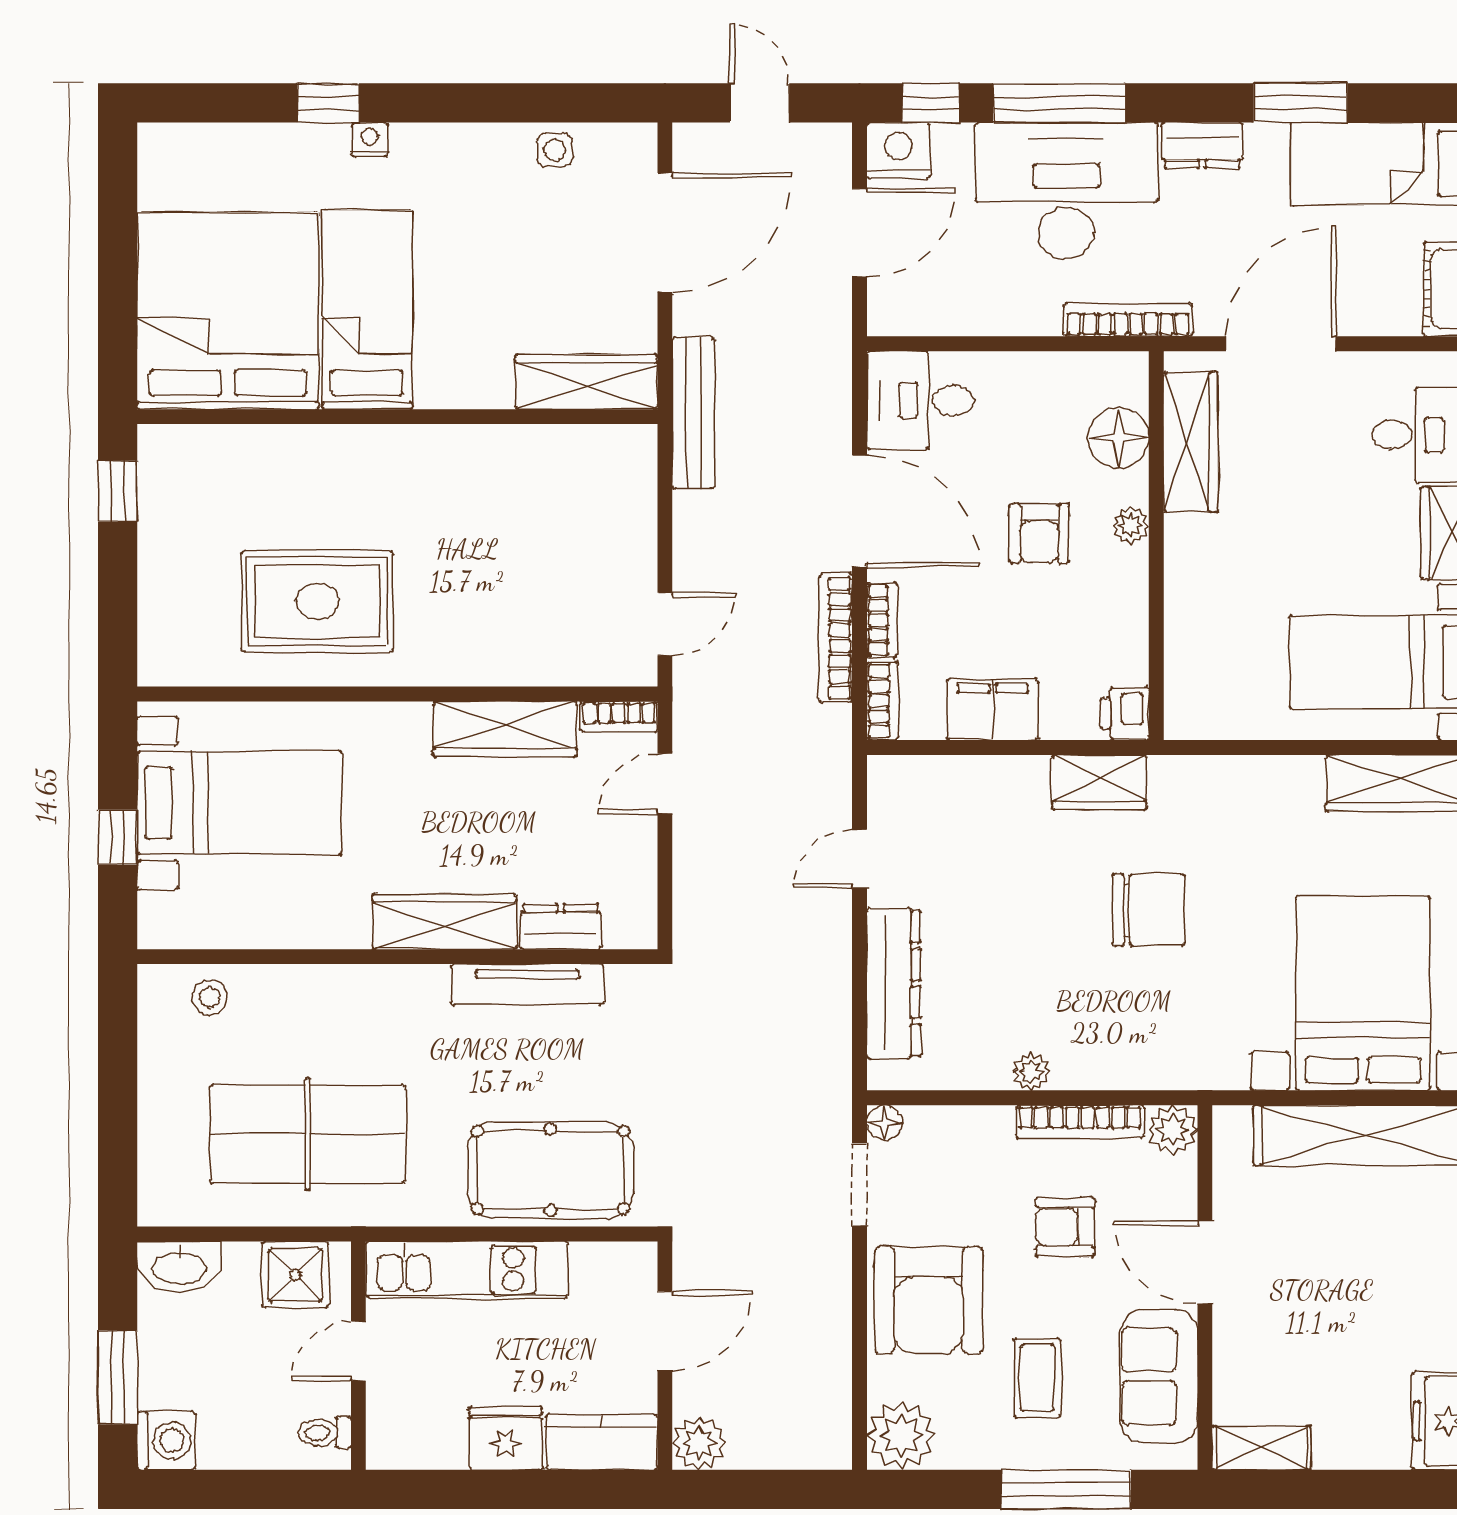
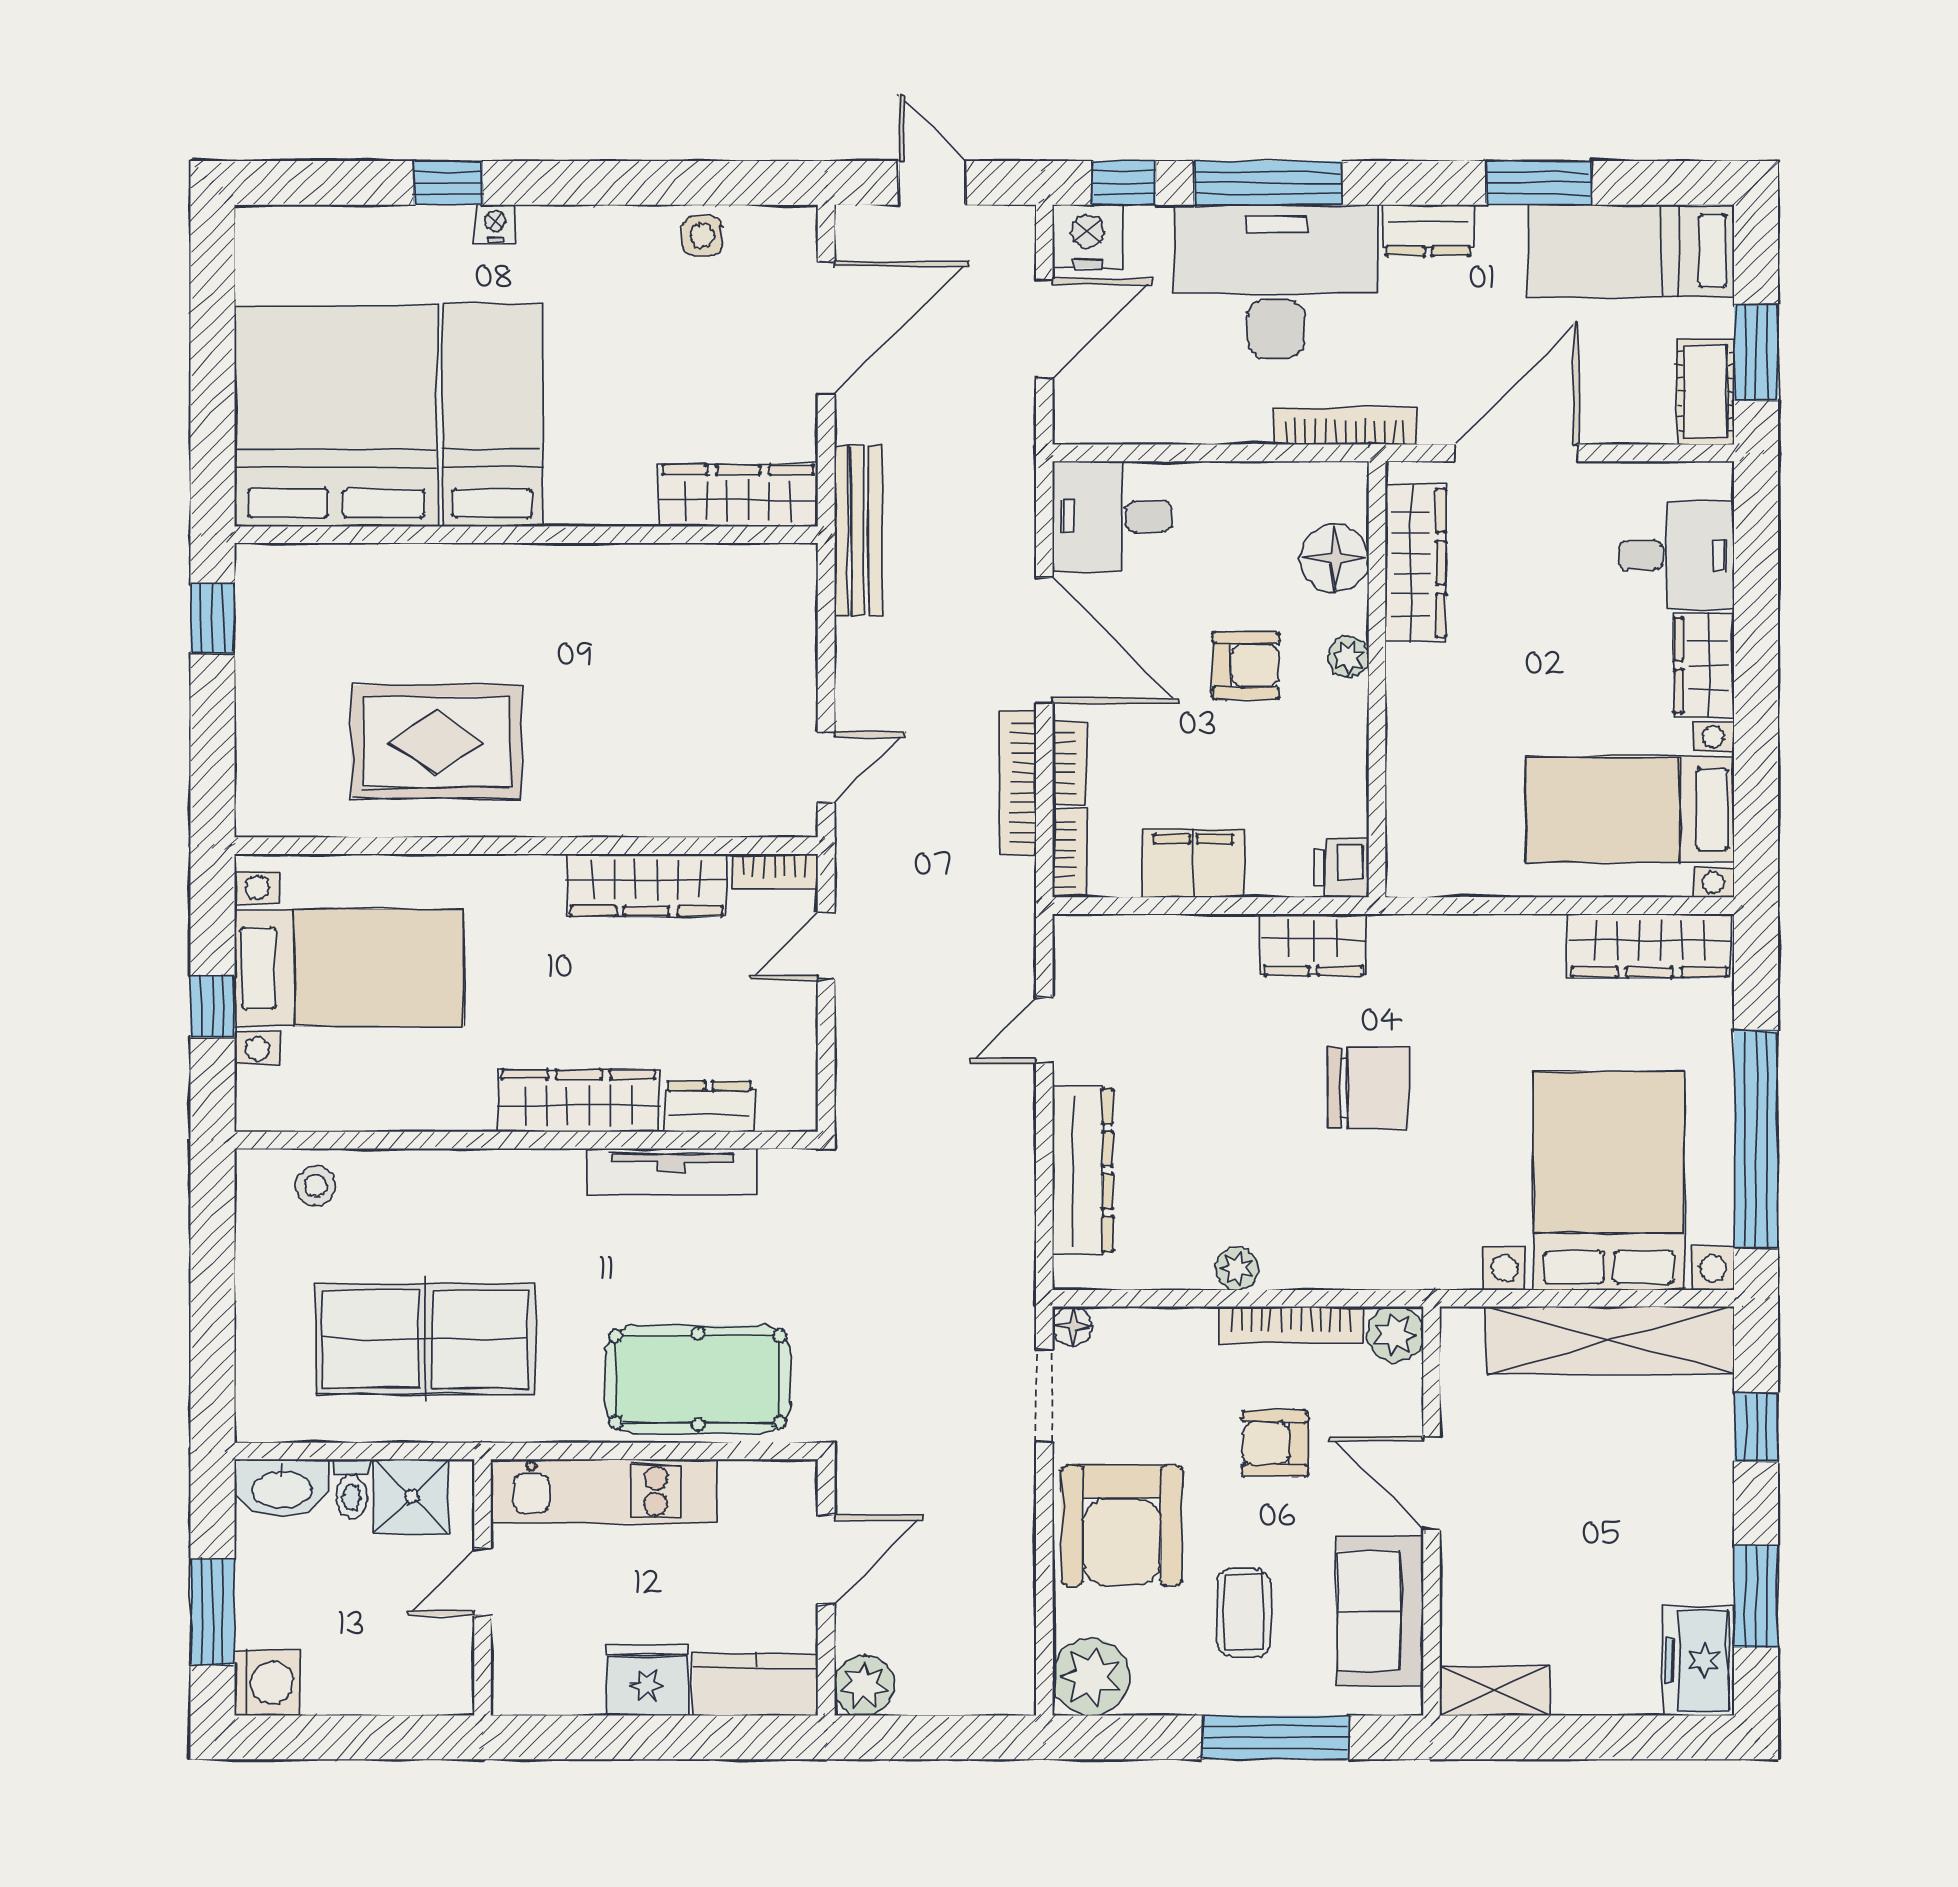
armchair: (1039, 533) -> (1246, 666), turned -90
toilet: (325, 1432) -> (352, 1489), moved, turned -90

